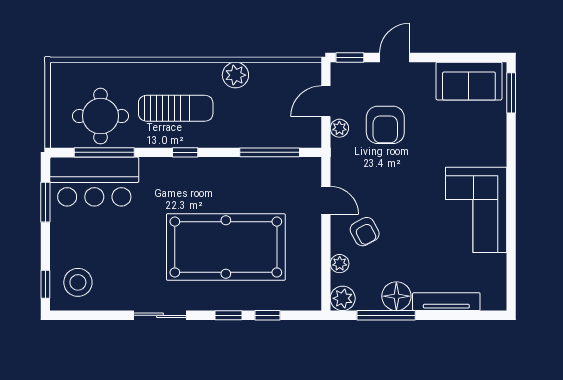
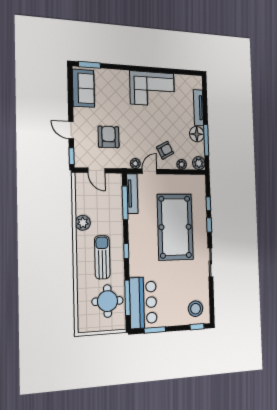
armchair: (385, 125) -> (109, 137), turned -90
plant: (339, 128) -> (135, 163), moved
tv unit: (286, 167) -> (132, 194), added

